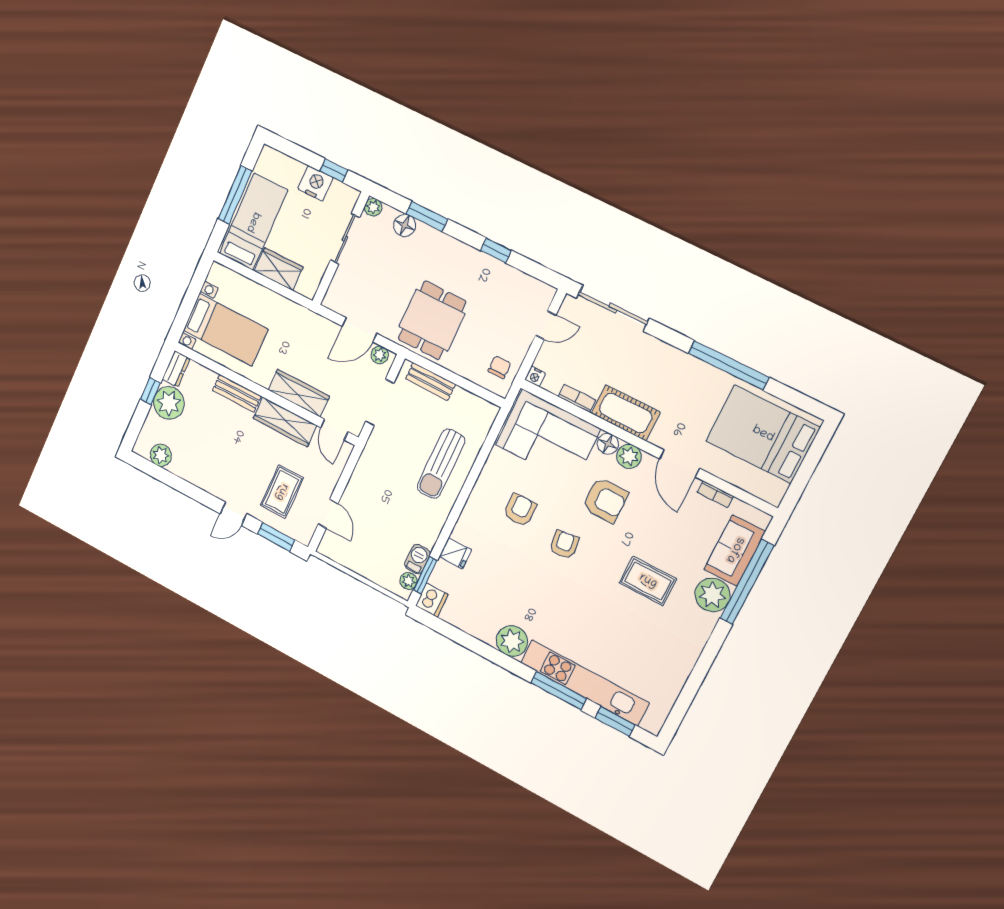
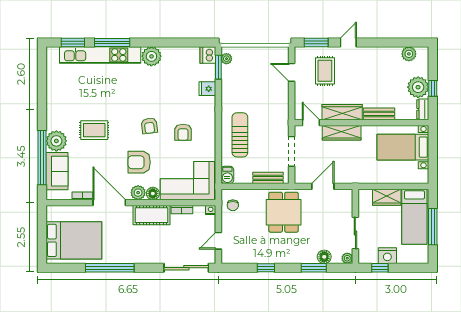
plant: (380, 355) -> (304, 178), removed
door: (680, 463) -> (109, 203), width x1.36
barbecue: (417, 559) -> (227, 175), moved

